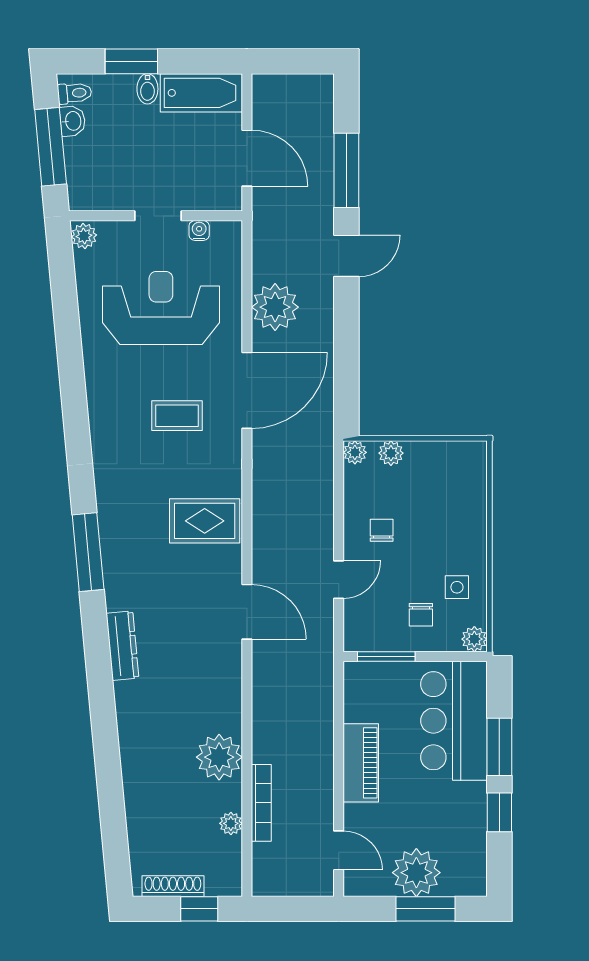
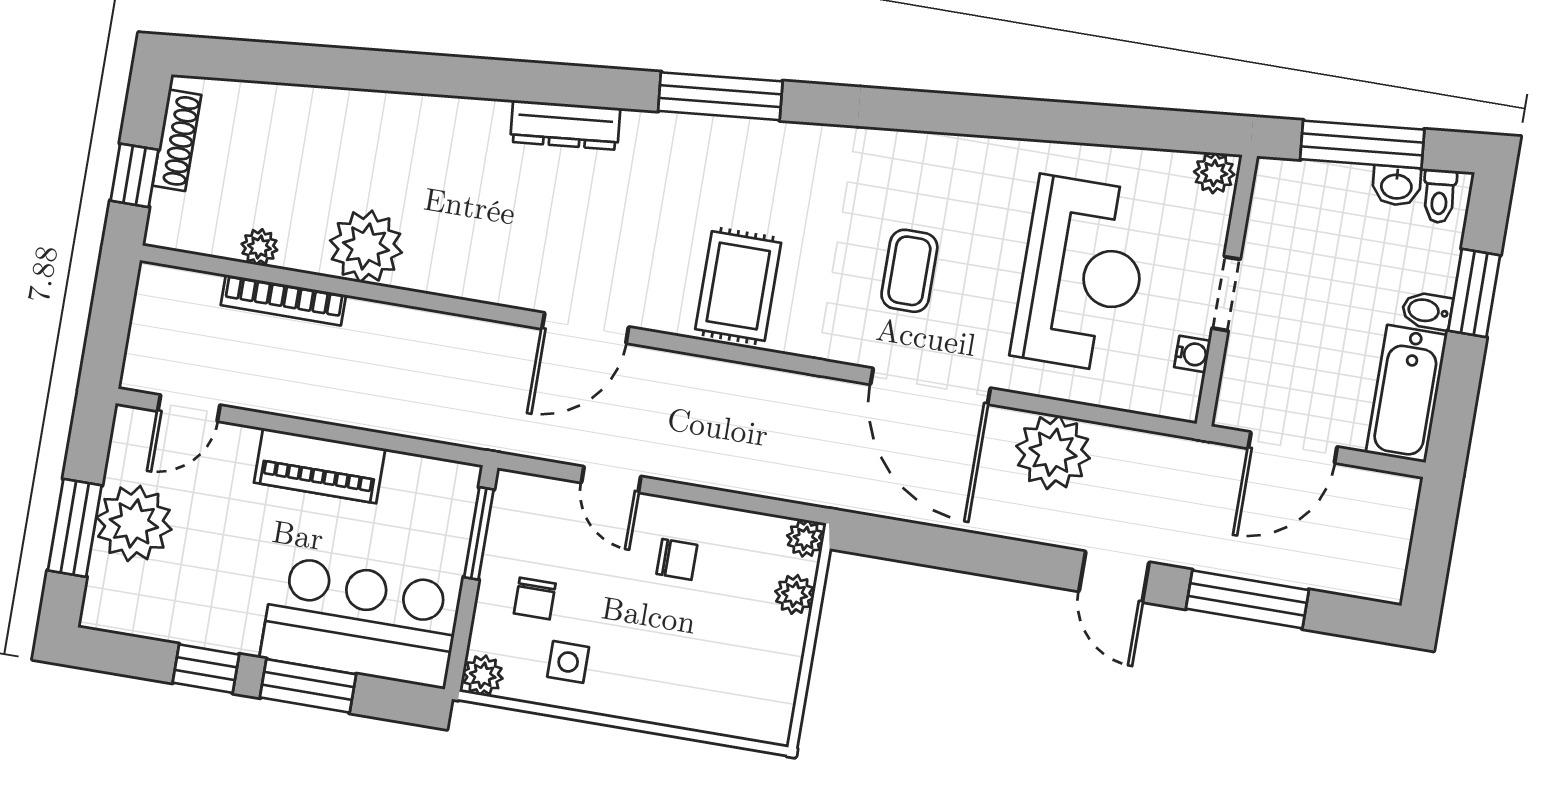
chair: (421, 615) -> (535, 599), turned -90

